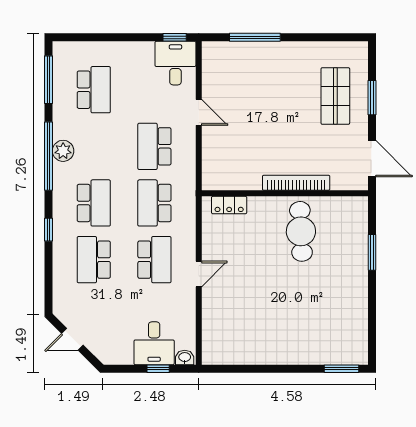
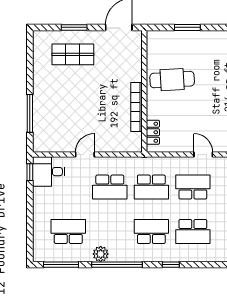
plant: (63, 151) -> (101, 254), moved
bookcase: (296, 183) -> (136, 107), moved

